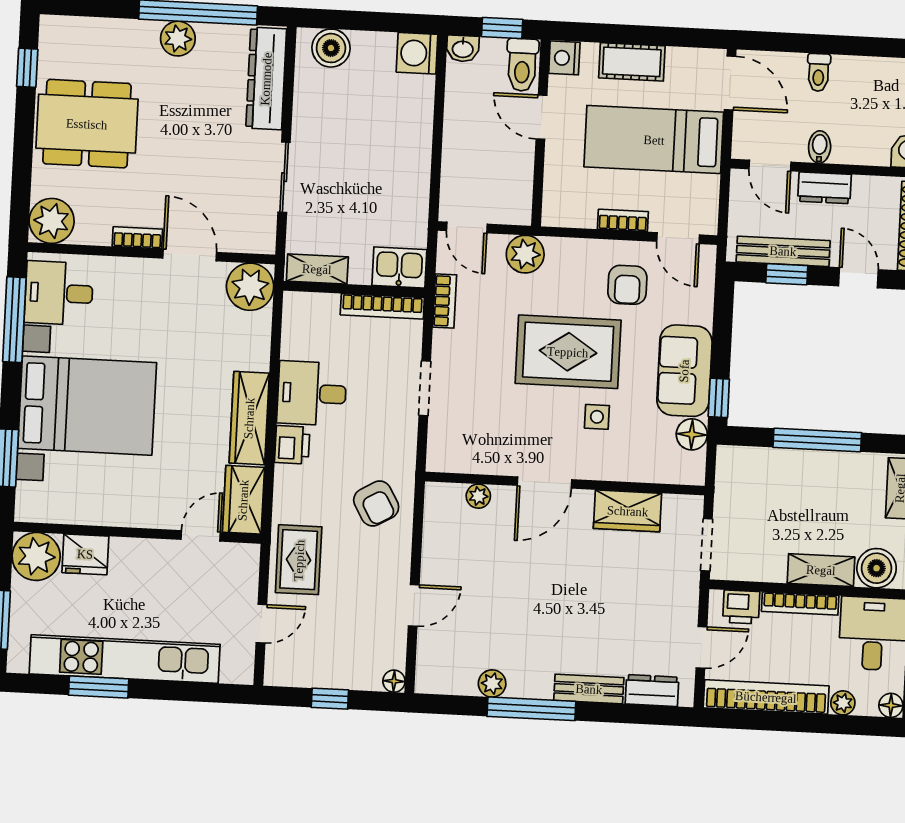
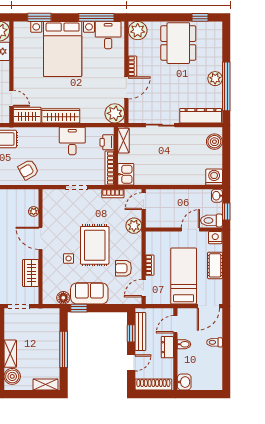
printer: (292, 445) -> (107, 142), moved, turned 90

